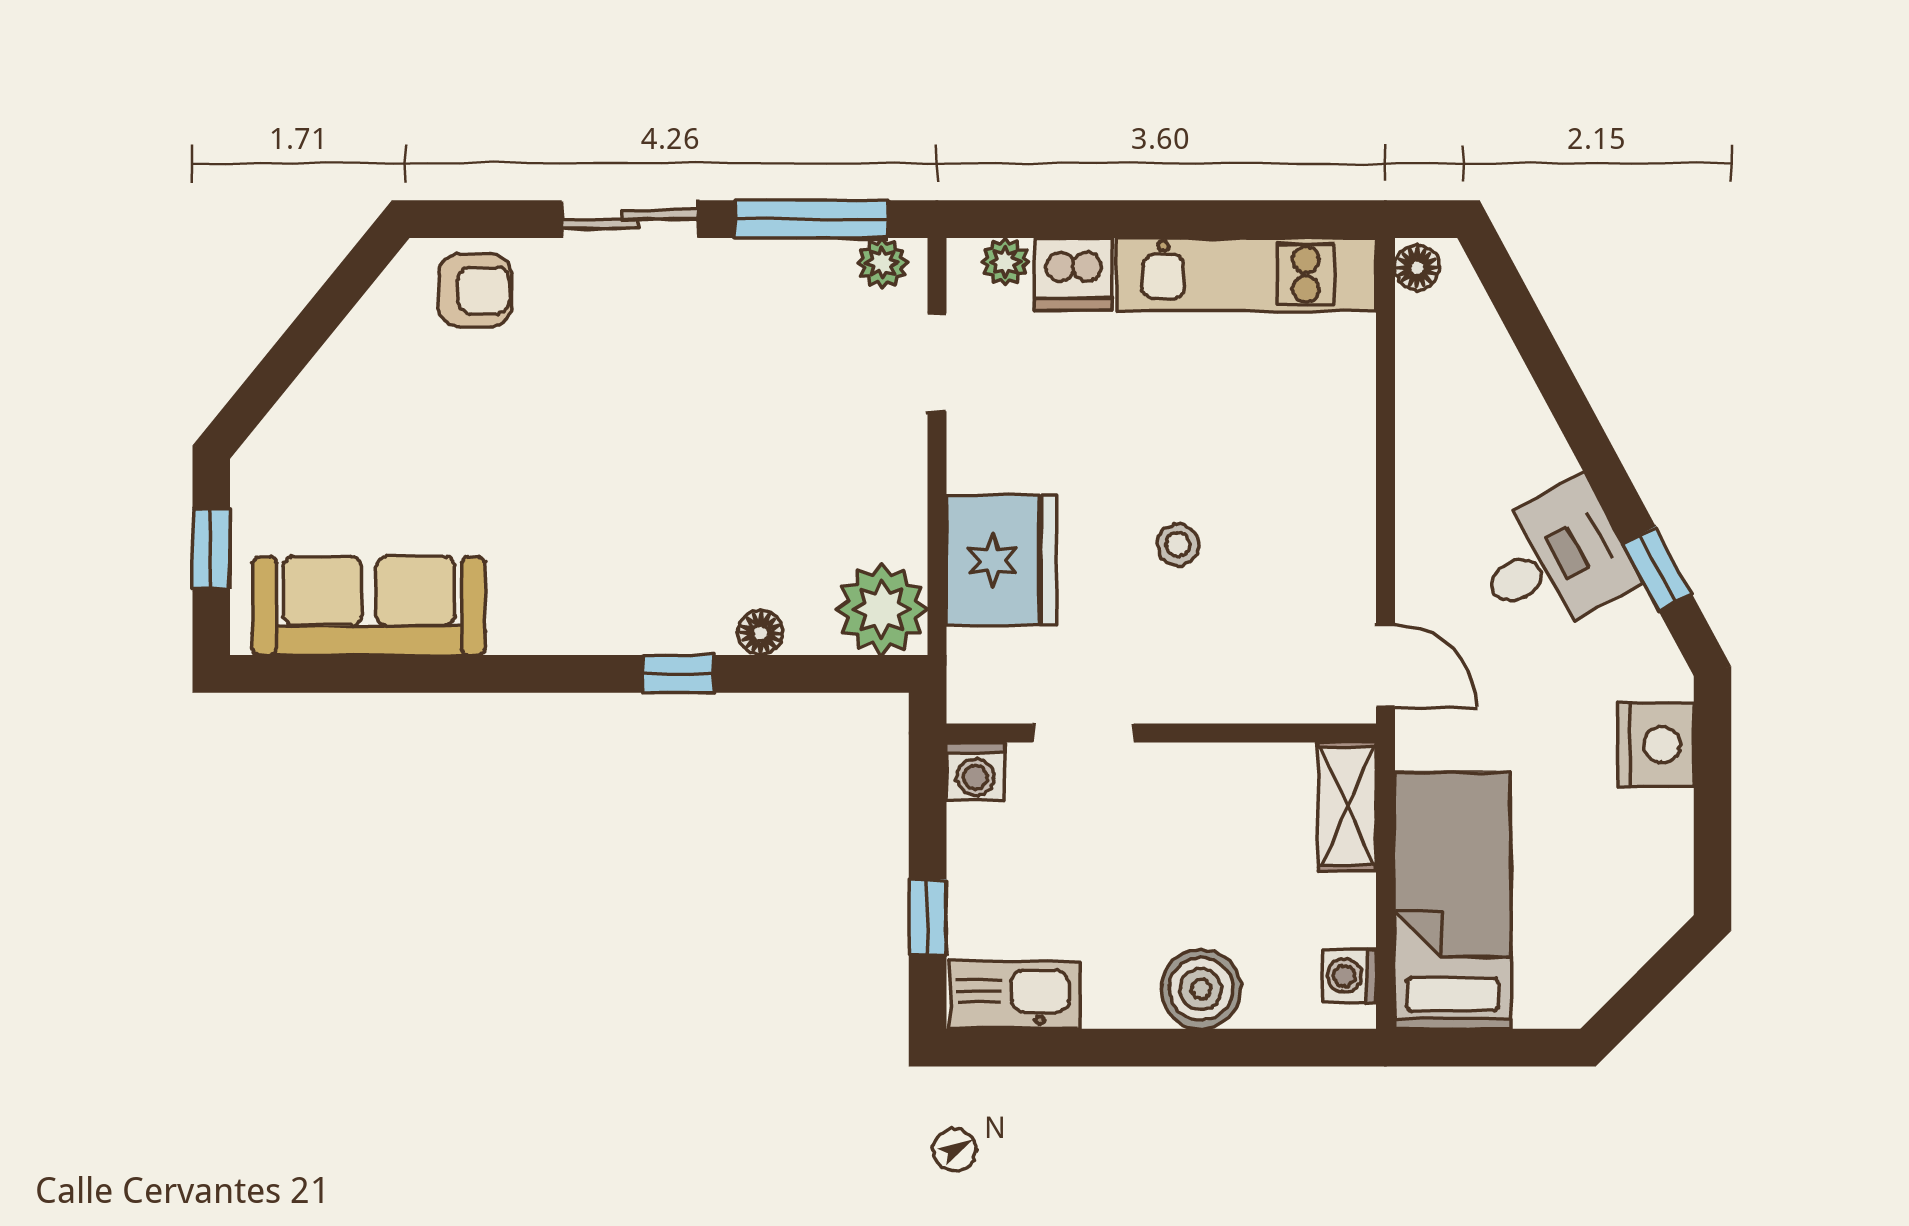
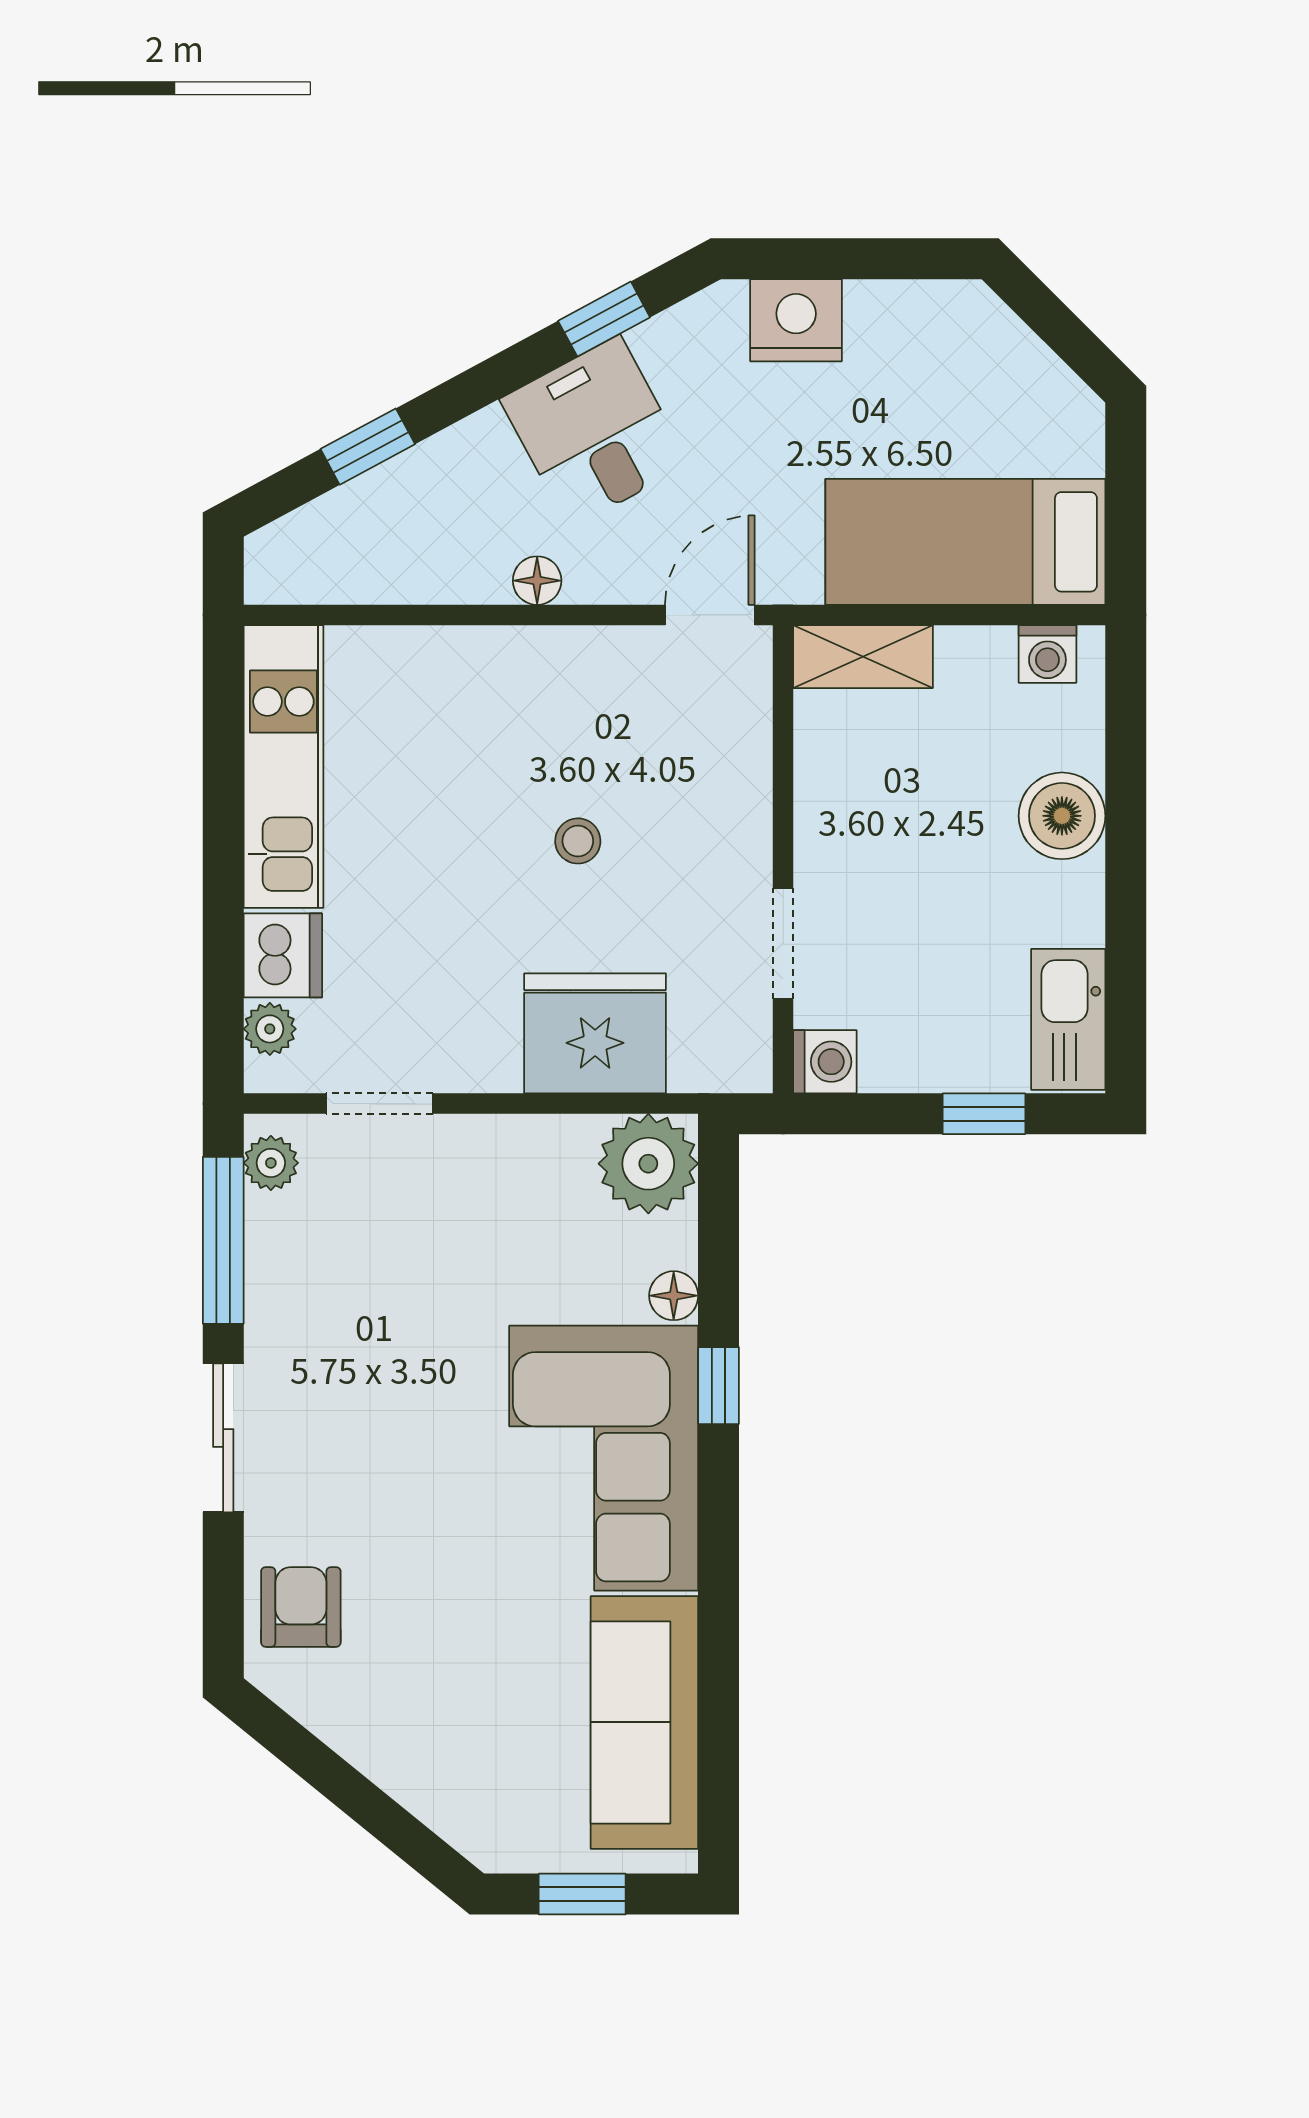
floor lamp: (1417, 268) -> (537, 581), moved
window: (1540, 352) -> (368, 447), added
corner sofa: (611, 568) -> (604, 1458), added

